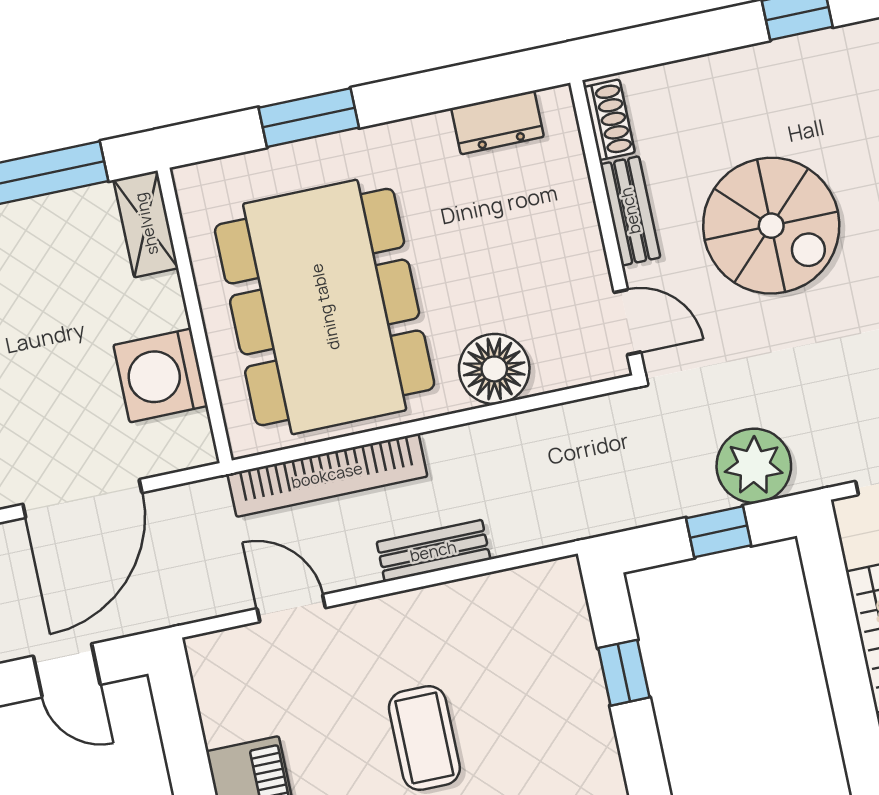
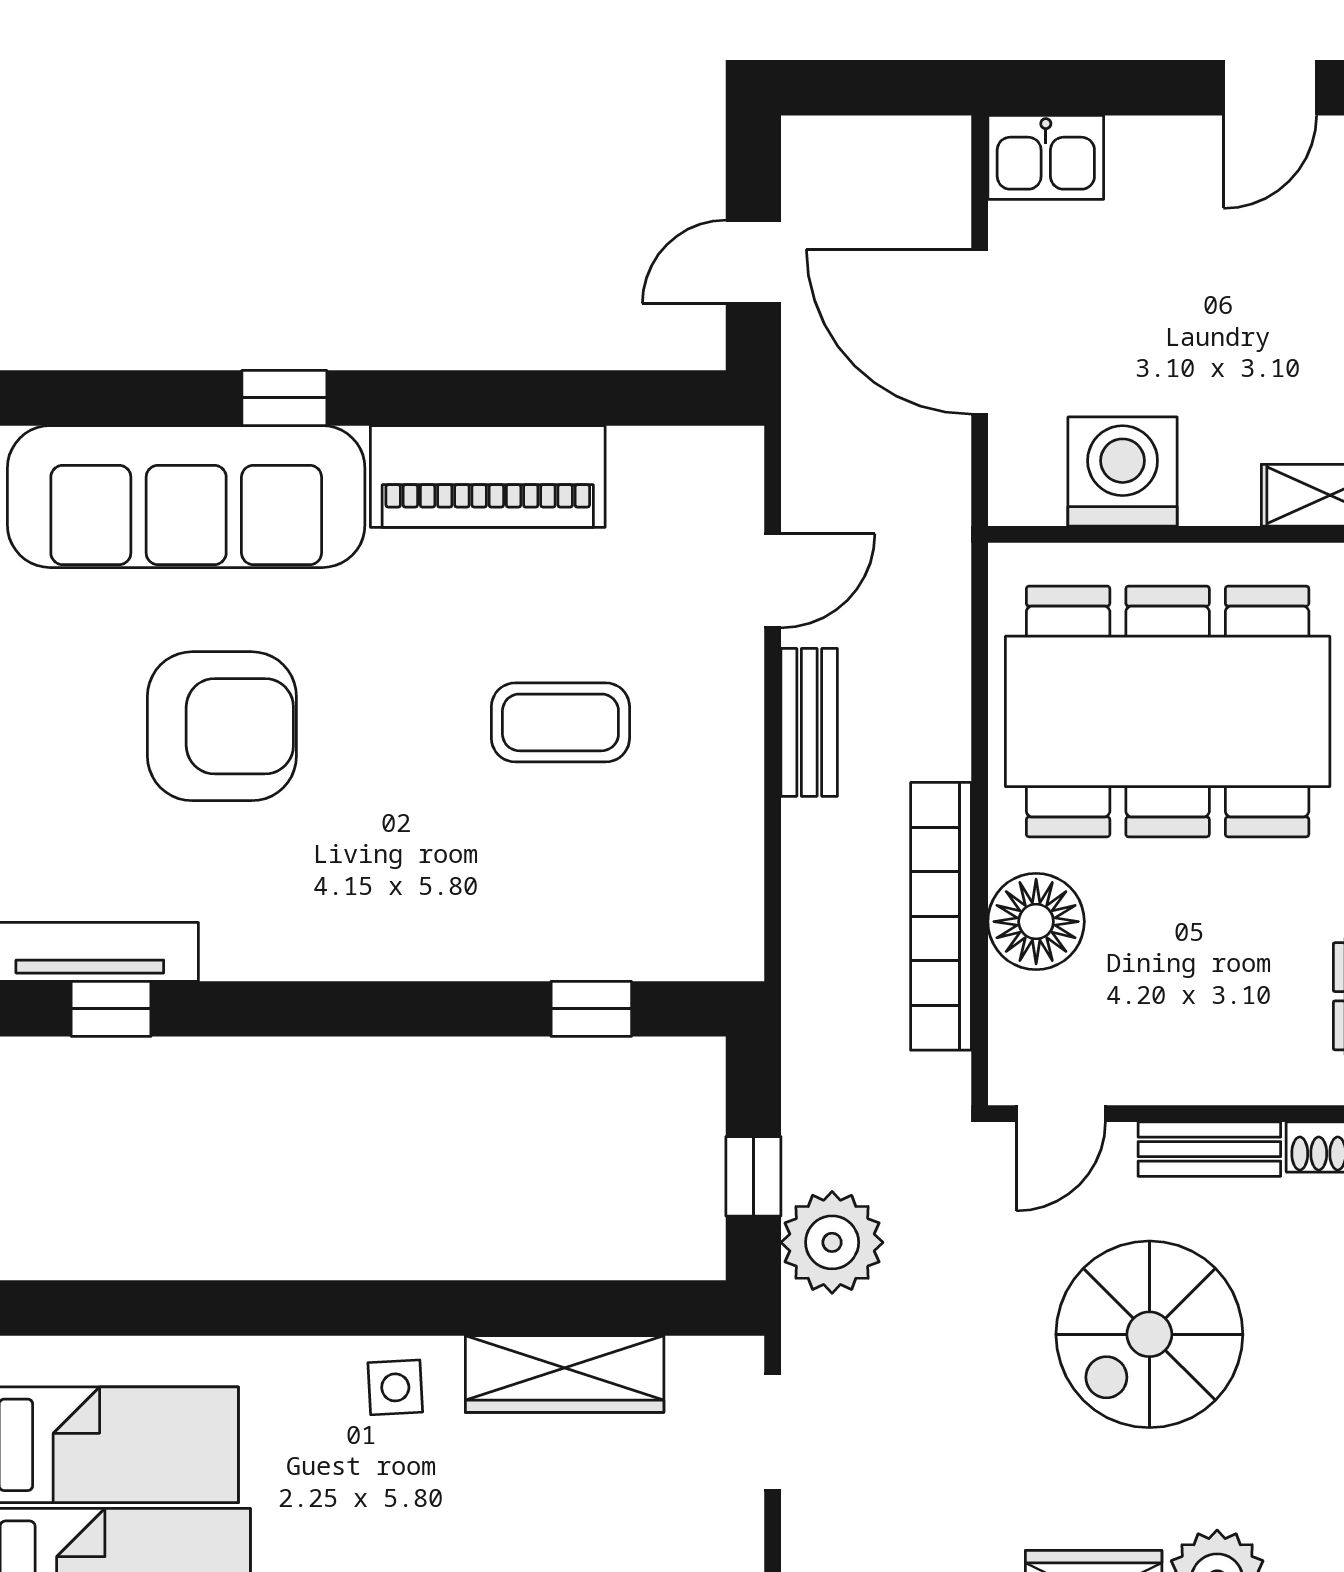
bookcase: (327, 475) -> (941, 916), moved
bench: (433, 551) -> (809, 722), moved

